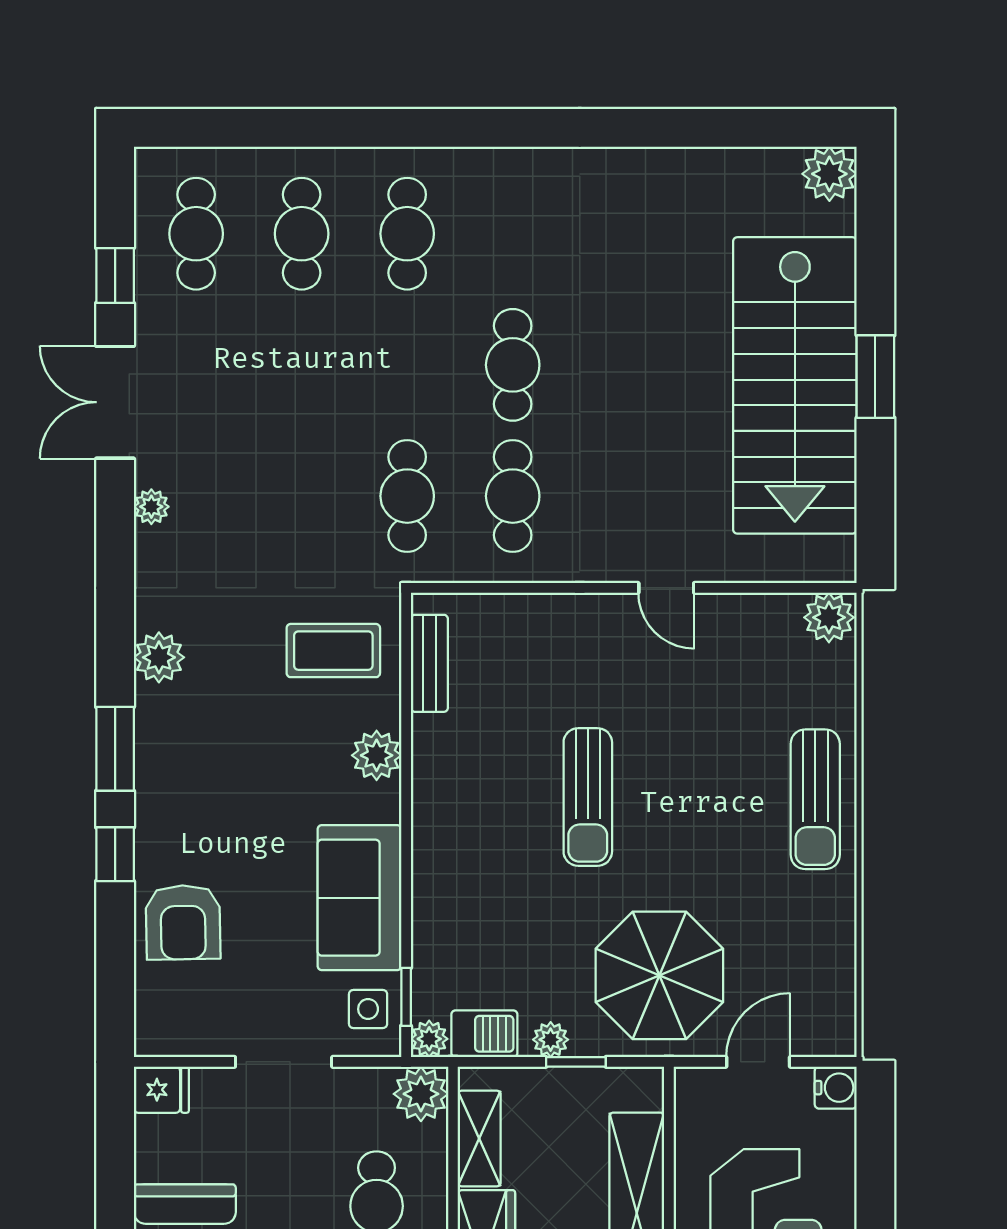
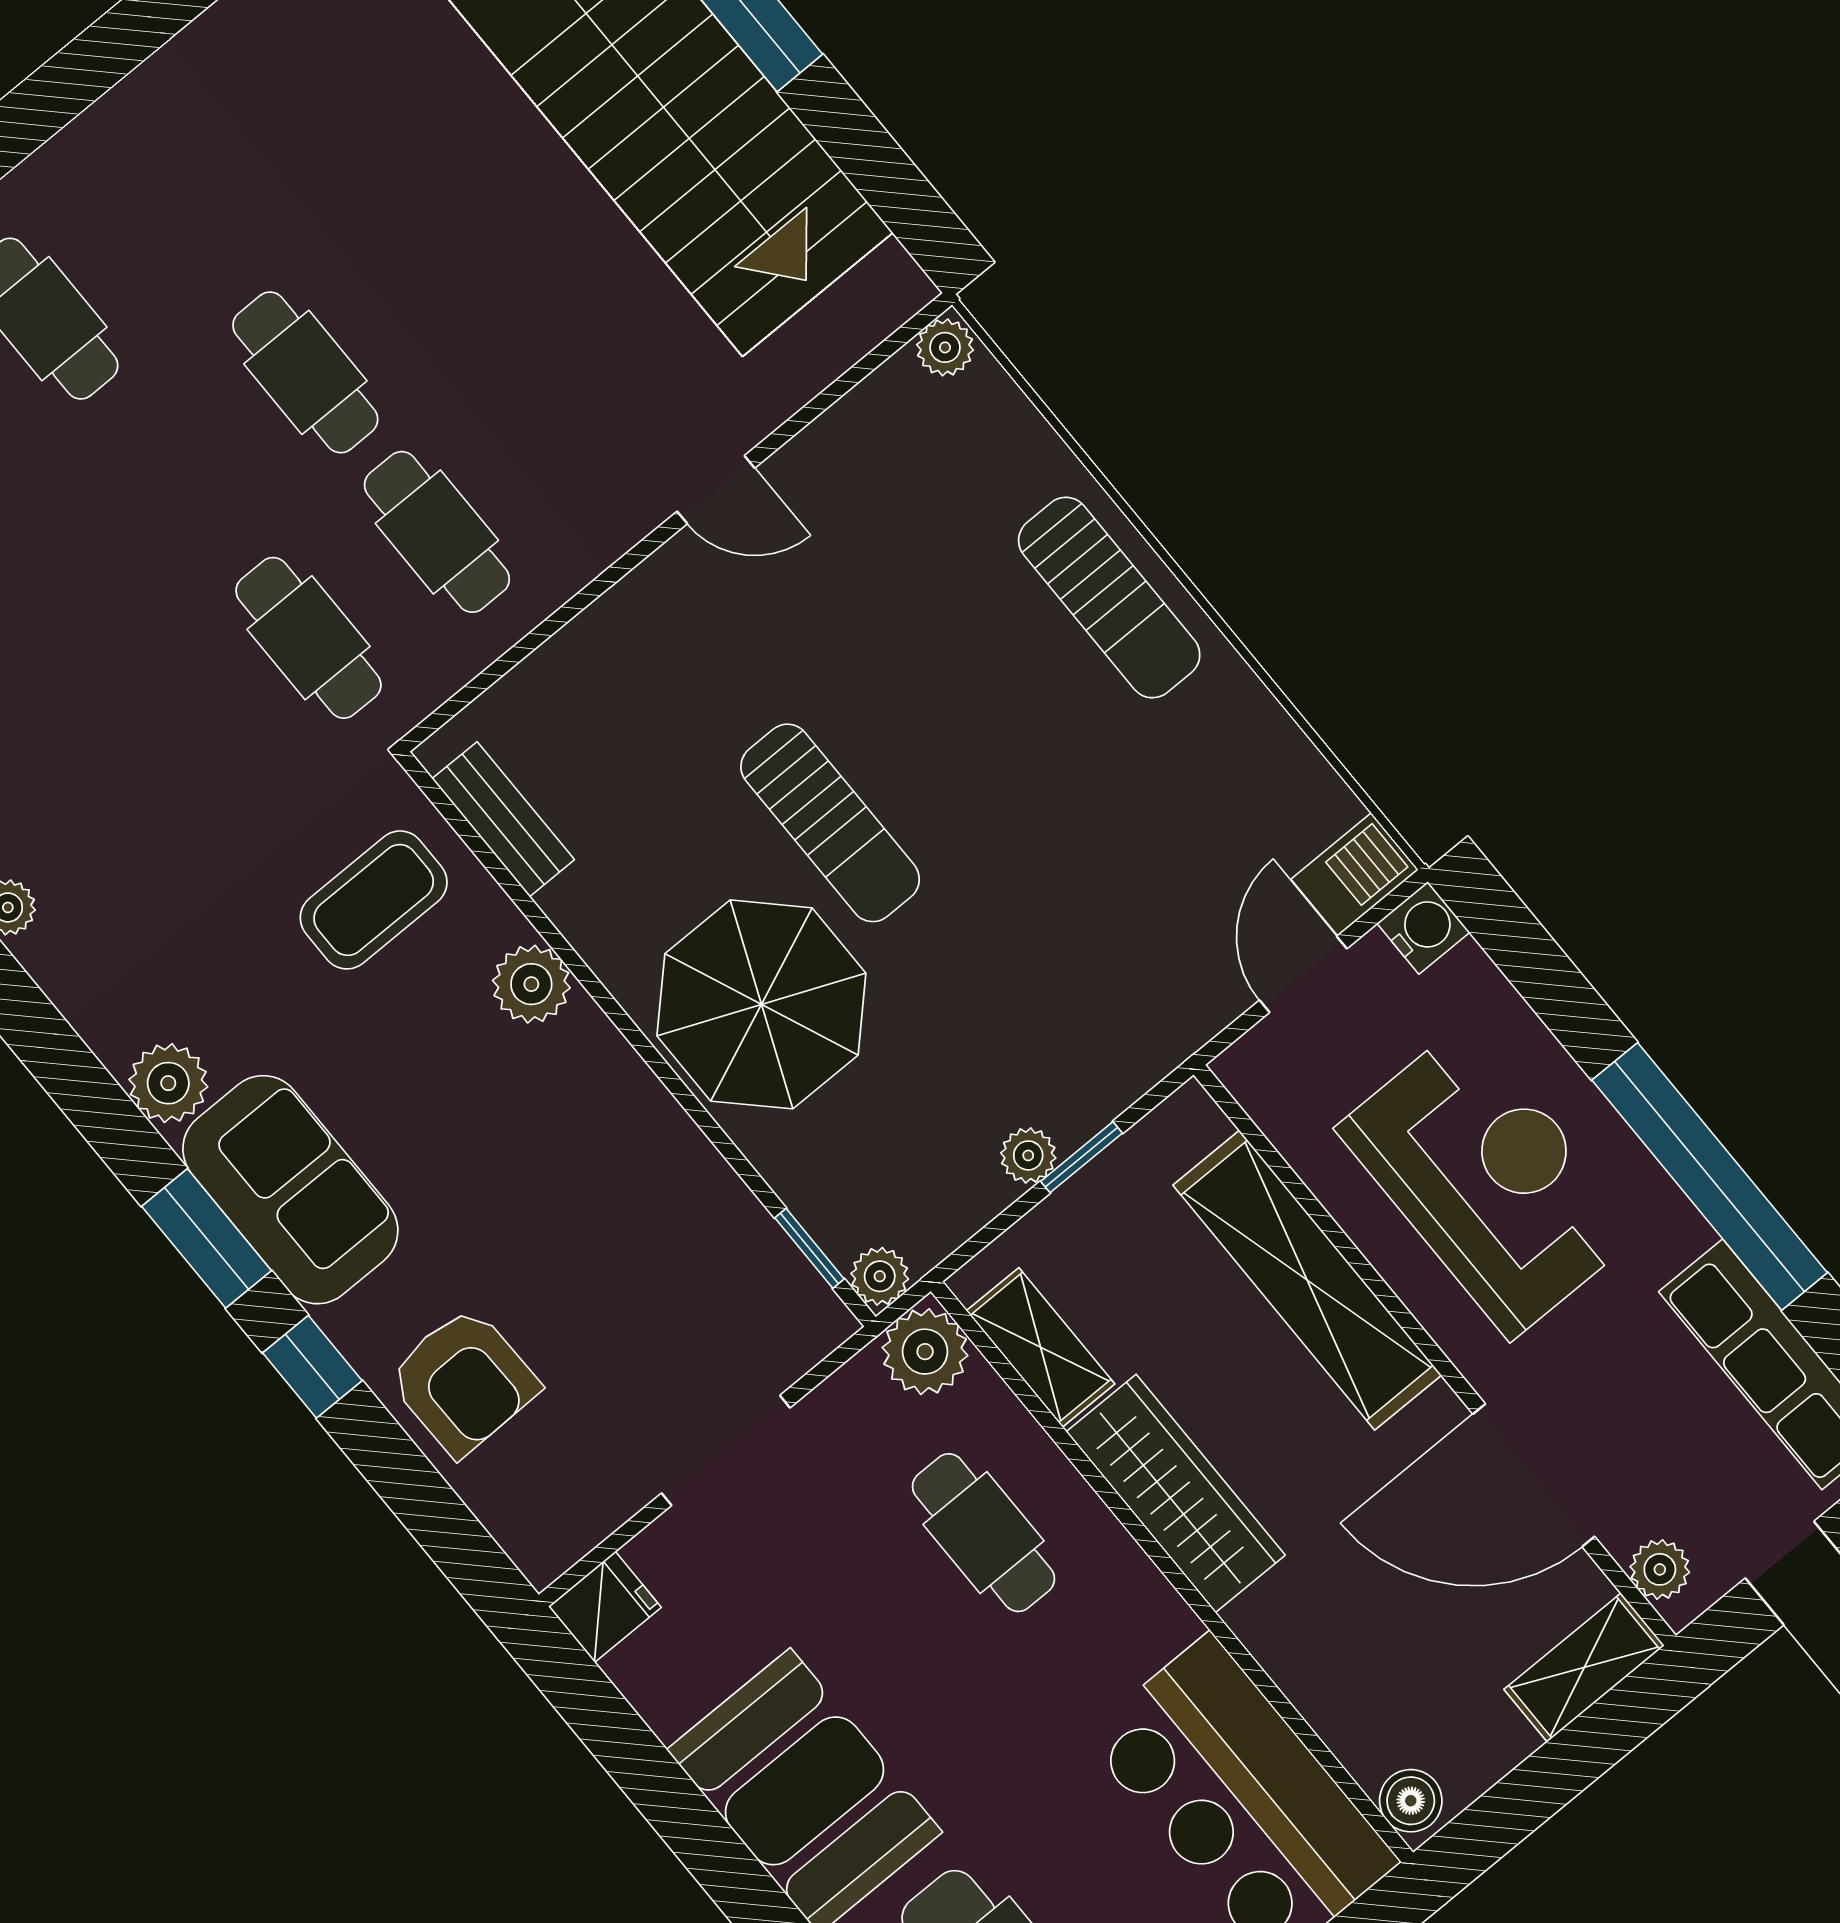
plant: (829, 617) -> (945, 347), width x0.73, depth x0.73
sofa: (359, 898) -> (290, 1190), moved, turned 180
parasol: (659, 975) -> (761, 1004), moved
side table: (368, 1009) -> (775, 1301), removed
barbecue: (484, 1034) -> (1355, 874), moved

